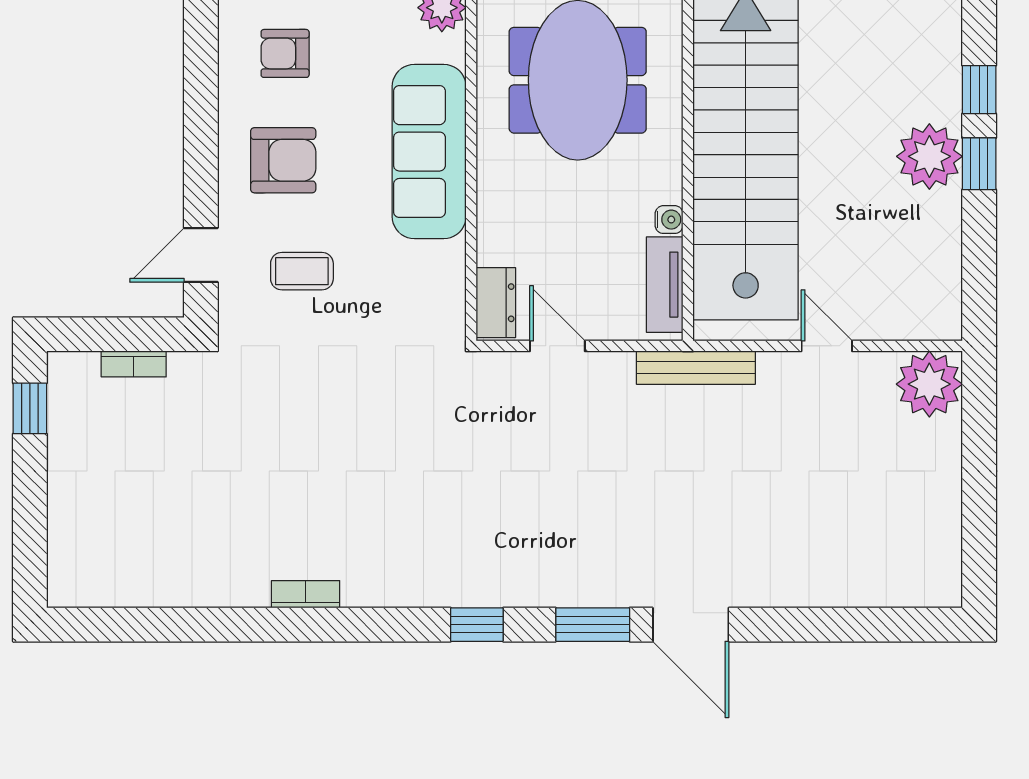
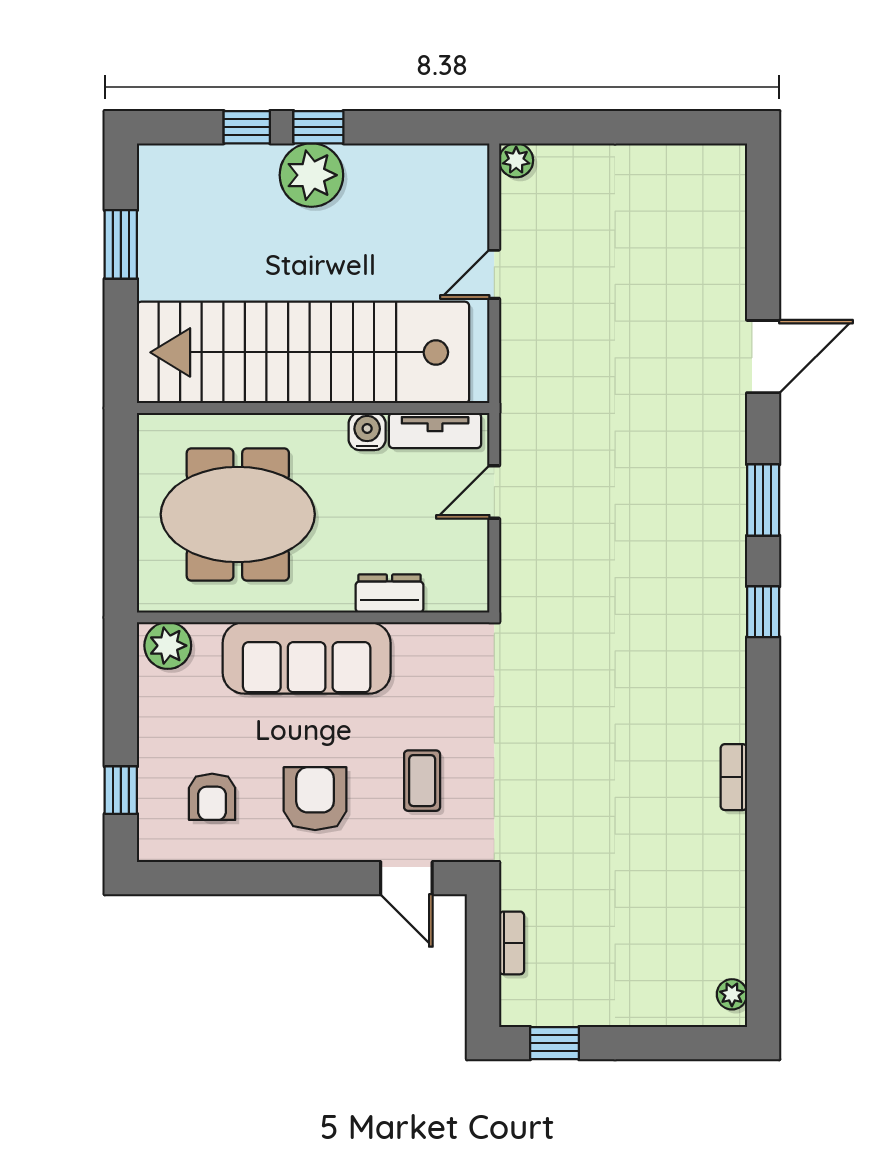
water cooler: (669, 220) -> (367, 431), width x1.38, depth x1.38
dresser: (496, 303) -> (389, 593), moved
door: (557, 346) -> (494, 492), moved
bench: (696, 368) -> (515, 400), removed
plant: (929, 384) -> (516, 160), width x0.53, depth x0.53
plant: (80, 592) -> (732, 994), added
door: (691, 625) -> (763, 357), moved

